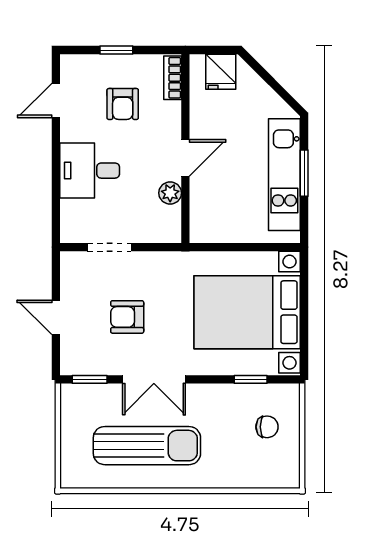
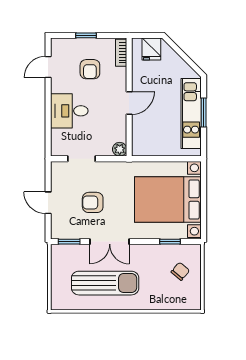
plant: (170, 193) -> (120, 149), moved
chair: (267, 427) -> (180, 271), turned -50

